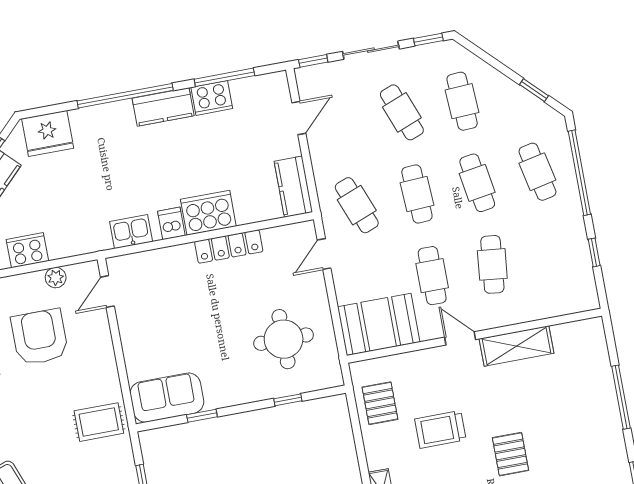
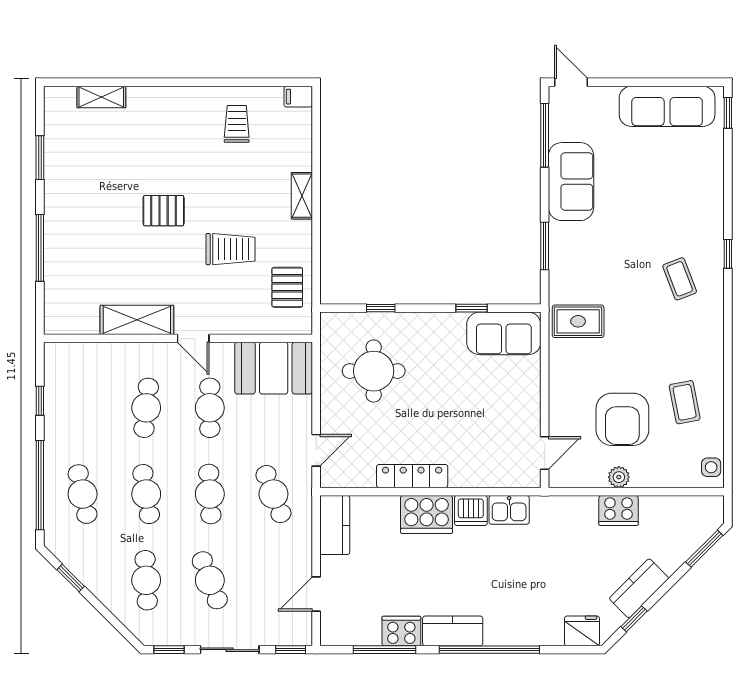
fridge: (48, 133) -> (582, 631), width x0.73, depth x0.75
dishwasher: (171, 223) -> (471, 511), width x1.38
plant: (56, 278) -> (619, 477), moved
pallet: (510, 454) -> (164, 211), turned 90

